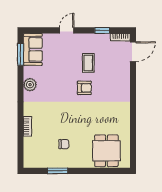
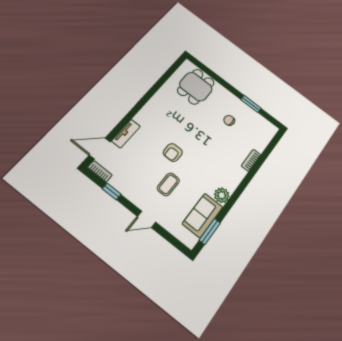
sofa: (33, 49) -> (203, 215), moved
coffee table: (88, 63) -> (168, 184), moved
tv unit: (125, 76) -> (126, 134), added
armchair: (84, 88) -> (173, 153), turned -90

